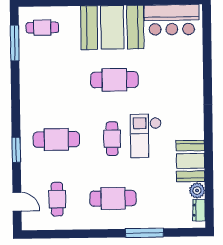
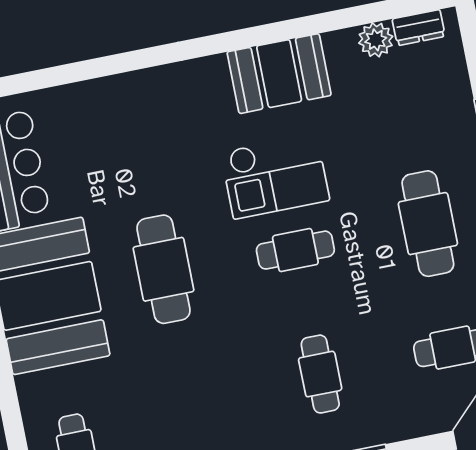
cafe table: (56, 139) -> (320, 374), width x0.73, depth x0.74
booth: (190, 161) -> (279, 74), moved

